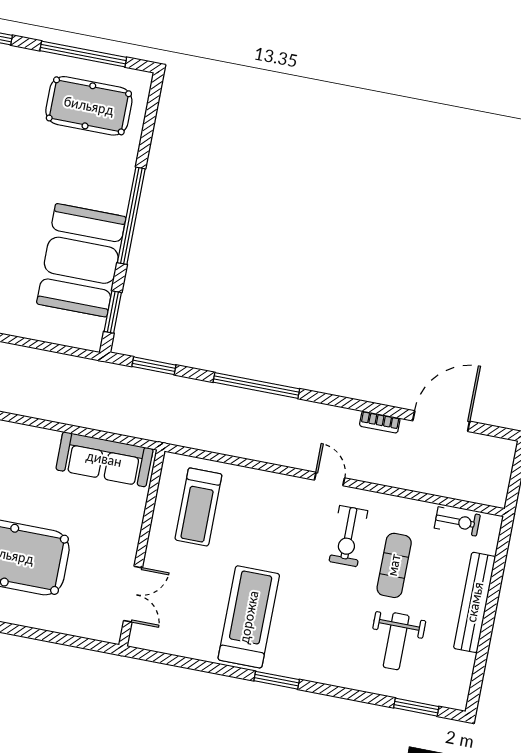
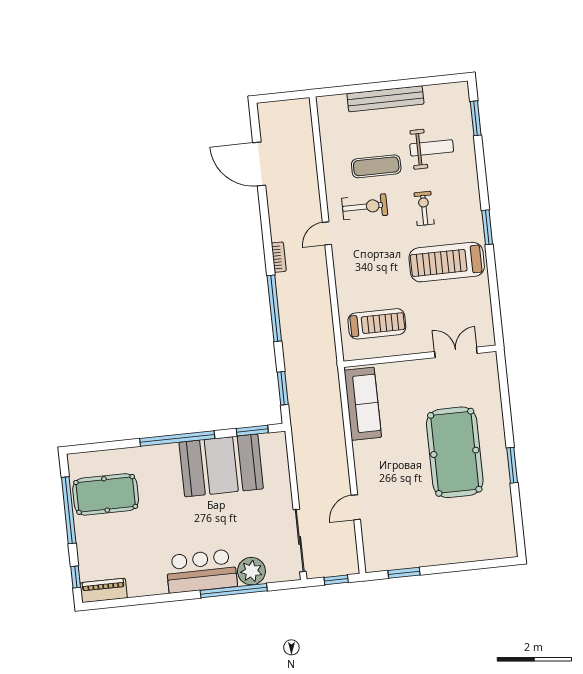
pool table: (89, 106) -> (106, 494), turned 90
bookcase: (380, 422) -> (279, 257), moved
exercise bike: (457, 521) -> (424, 208), moved

